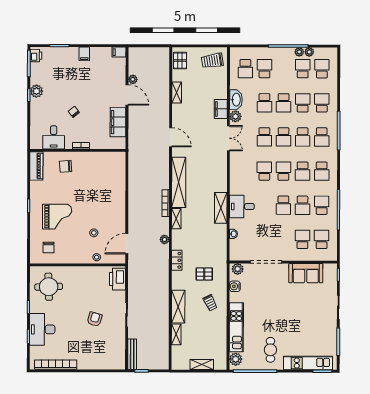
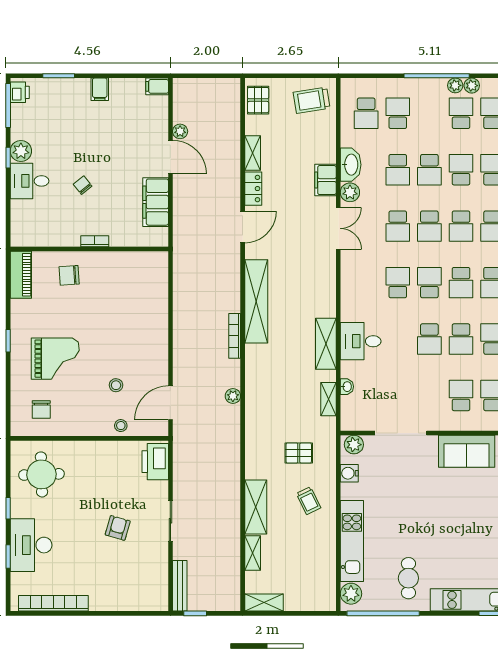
desk: (54, 137) -> (30, 181), moved, turned 90
door: (171, 137) -> (243, 227), hinge flipped
shelving: (176, 219) -> (329, 399), moved
locker: (177, 260) -> (253, 189), moved
shelving: (202, 364) -> (264, 603), moved

